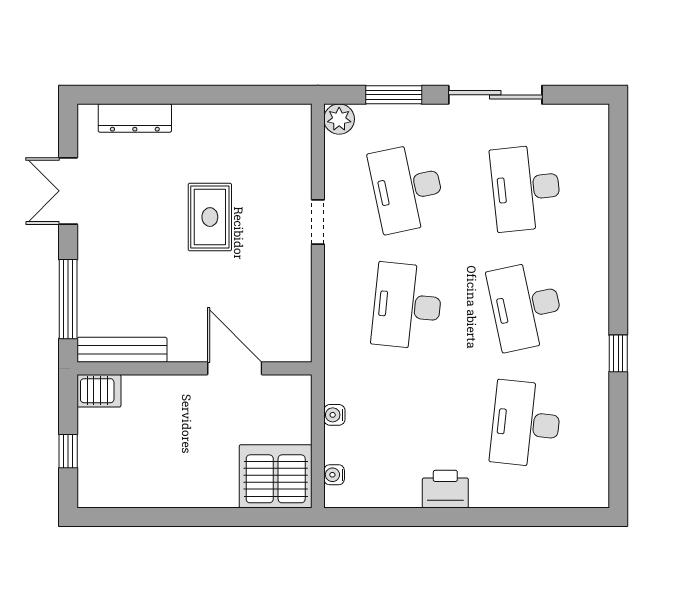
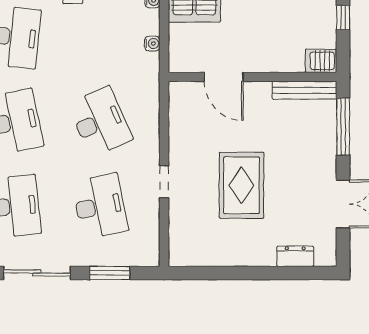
dresser: (135, 118) -> (295, 256), width x0.70
plant: (339, 119) -> (149, 255), removed
rug: (210, 217) -> (241, 185), width x1.36, depth x1.43
desk: (407, 306) -> (100, 122), turned -30

